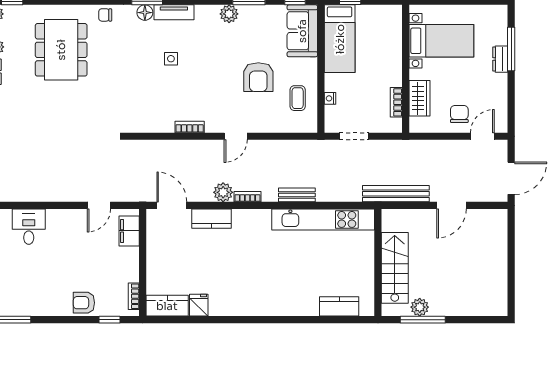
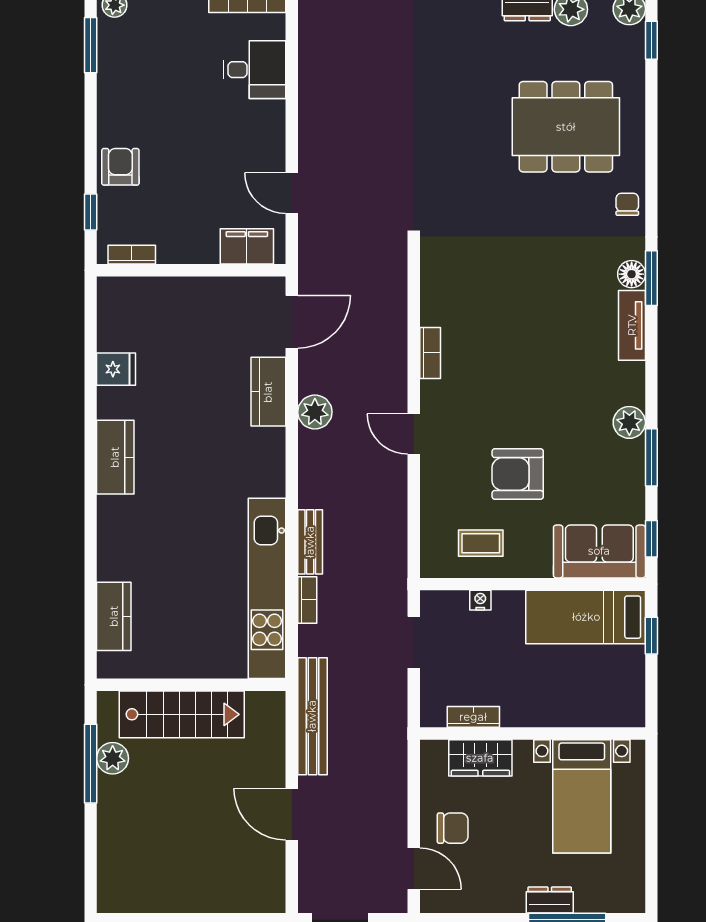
side table: (171, 59) -> (550, 320), removed
bookcase: (247, 197) -> (307, 600), moved
kitchen counter: (167, 306) -> (115, 457), moved

